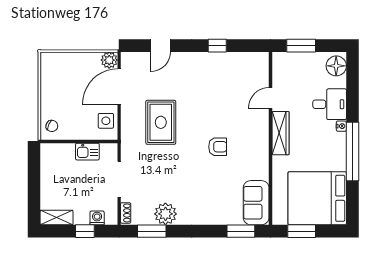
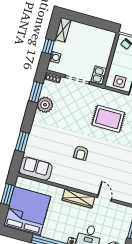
kitchen sink: (87, 152) -> (99, 75), moved
window: (241, 231) -> (22, 142), moved

